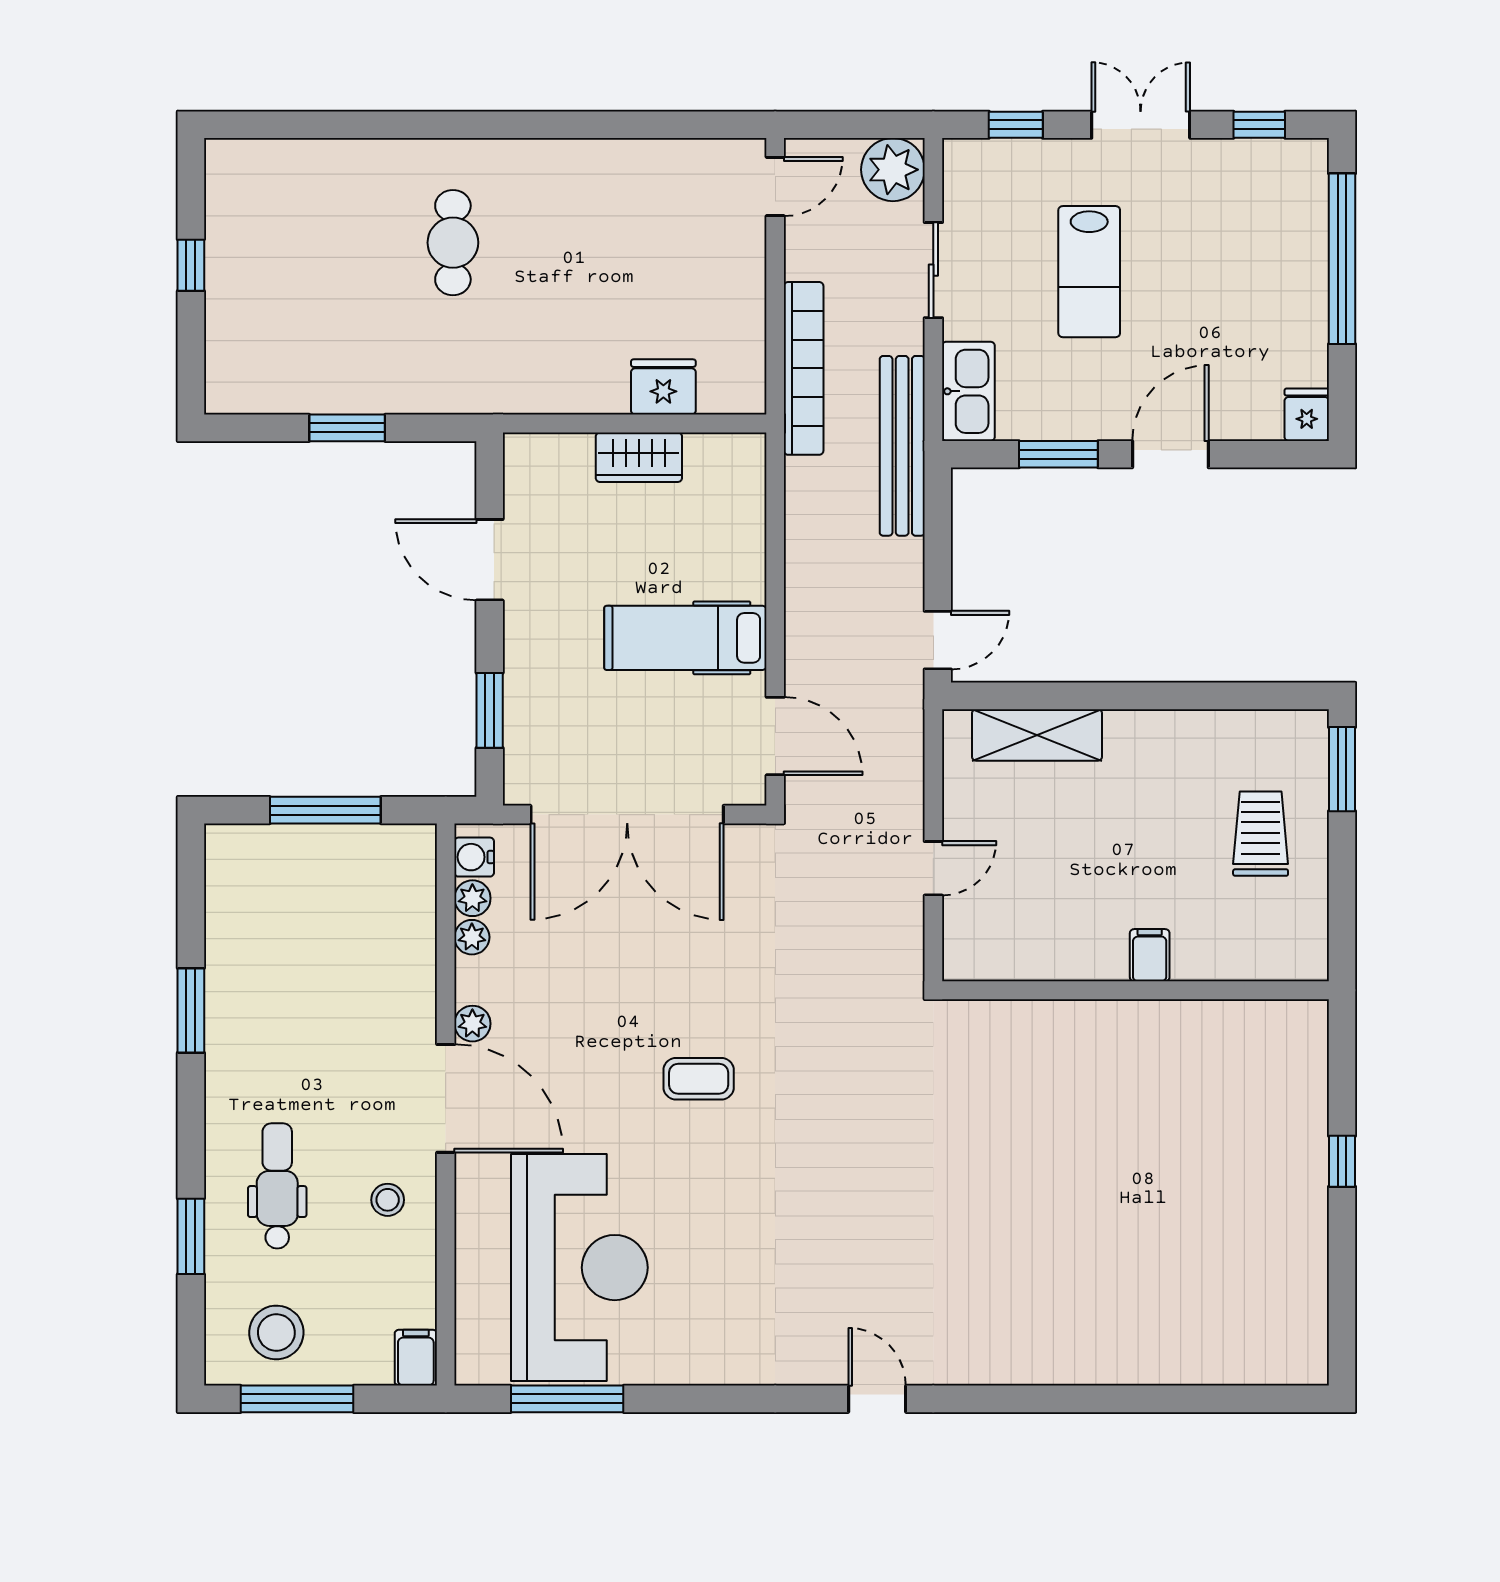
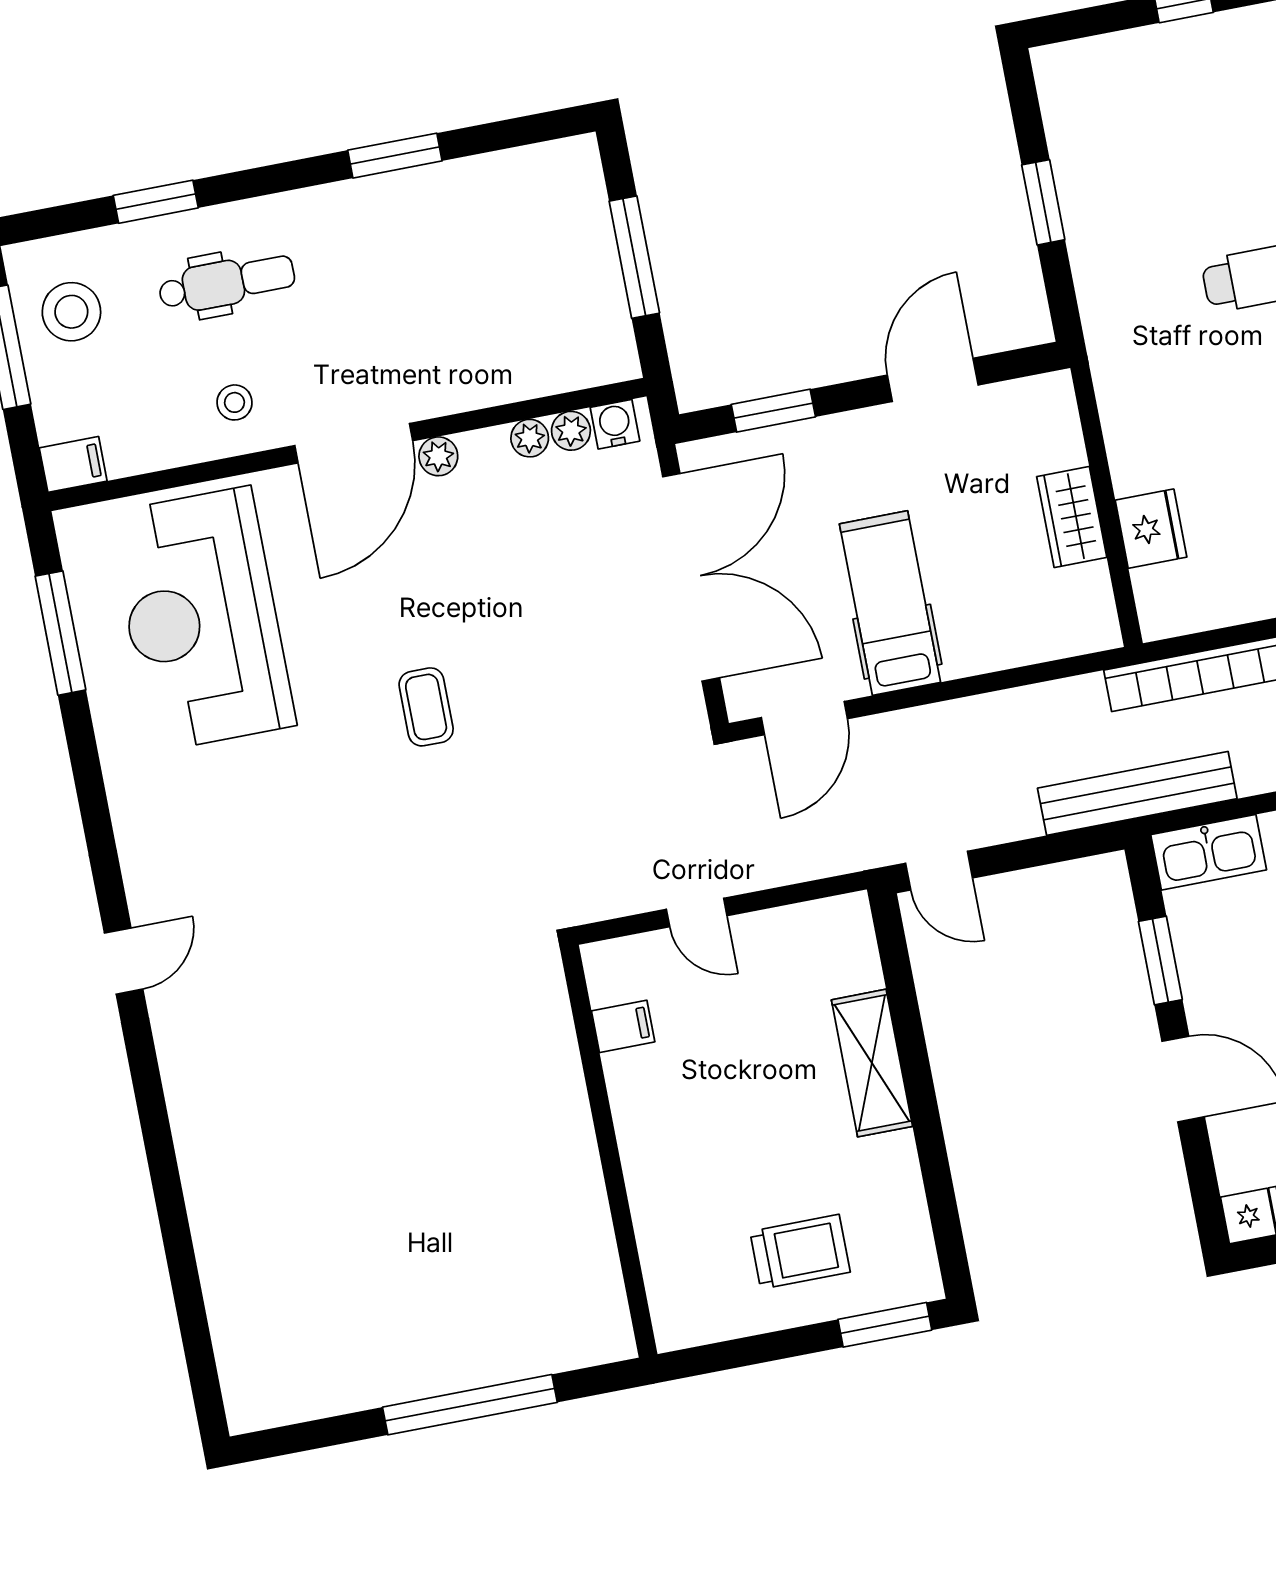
shelving: (1037, 735) -> (872, 1063), moved
double door: (627, 815) -> (691, 577), swing flipped
filing cabinet: (1150, 955) -> (623, 1026), moved
window: (1342, 1161) -> (470, 1405), width x3.17
reception desk: (579, 1268) -> (202, 619), turned 90

